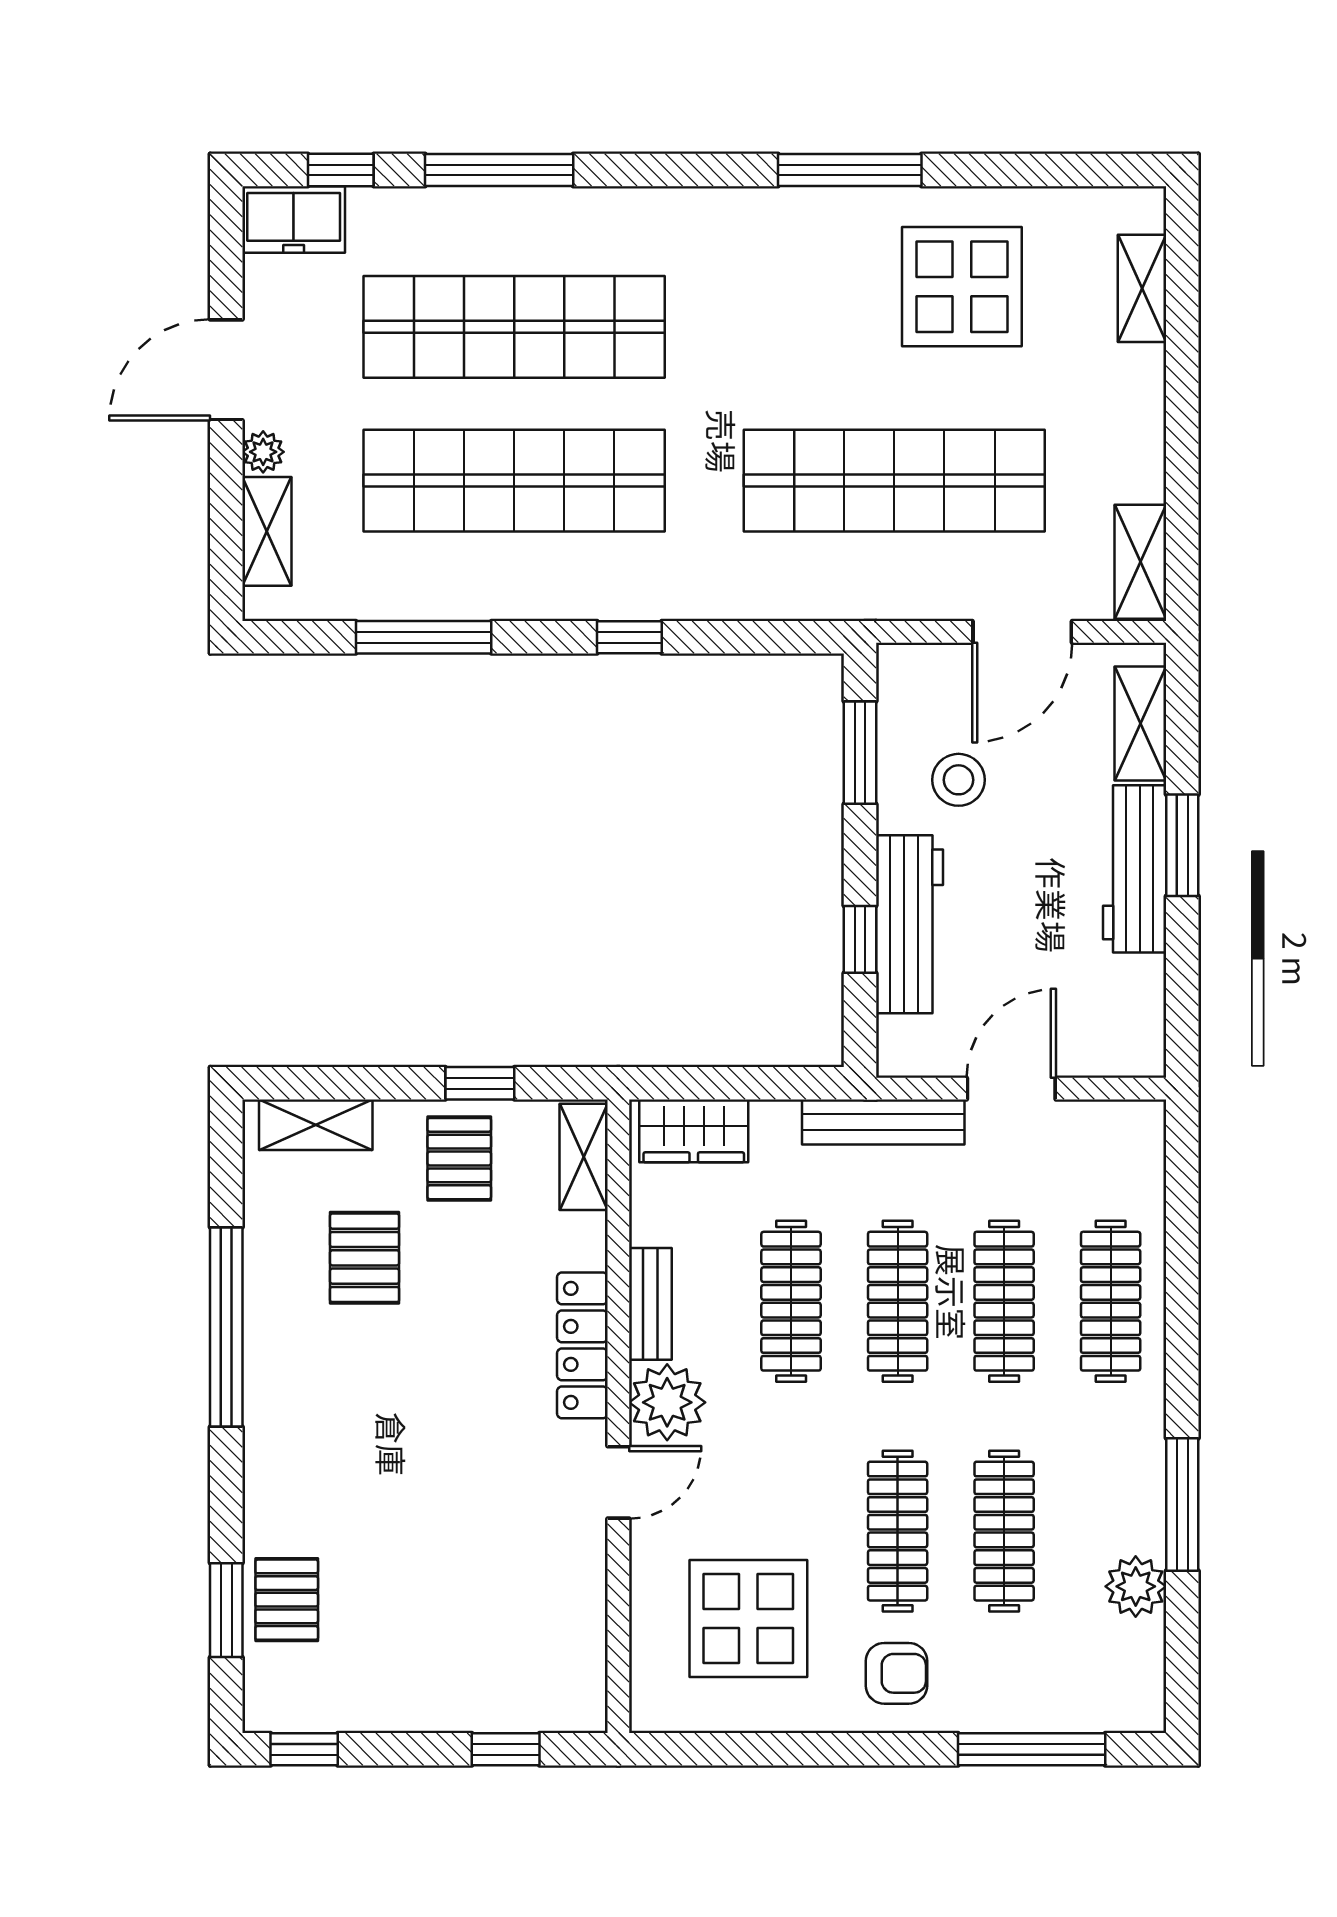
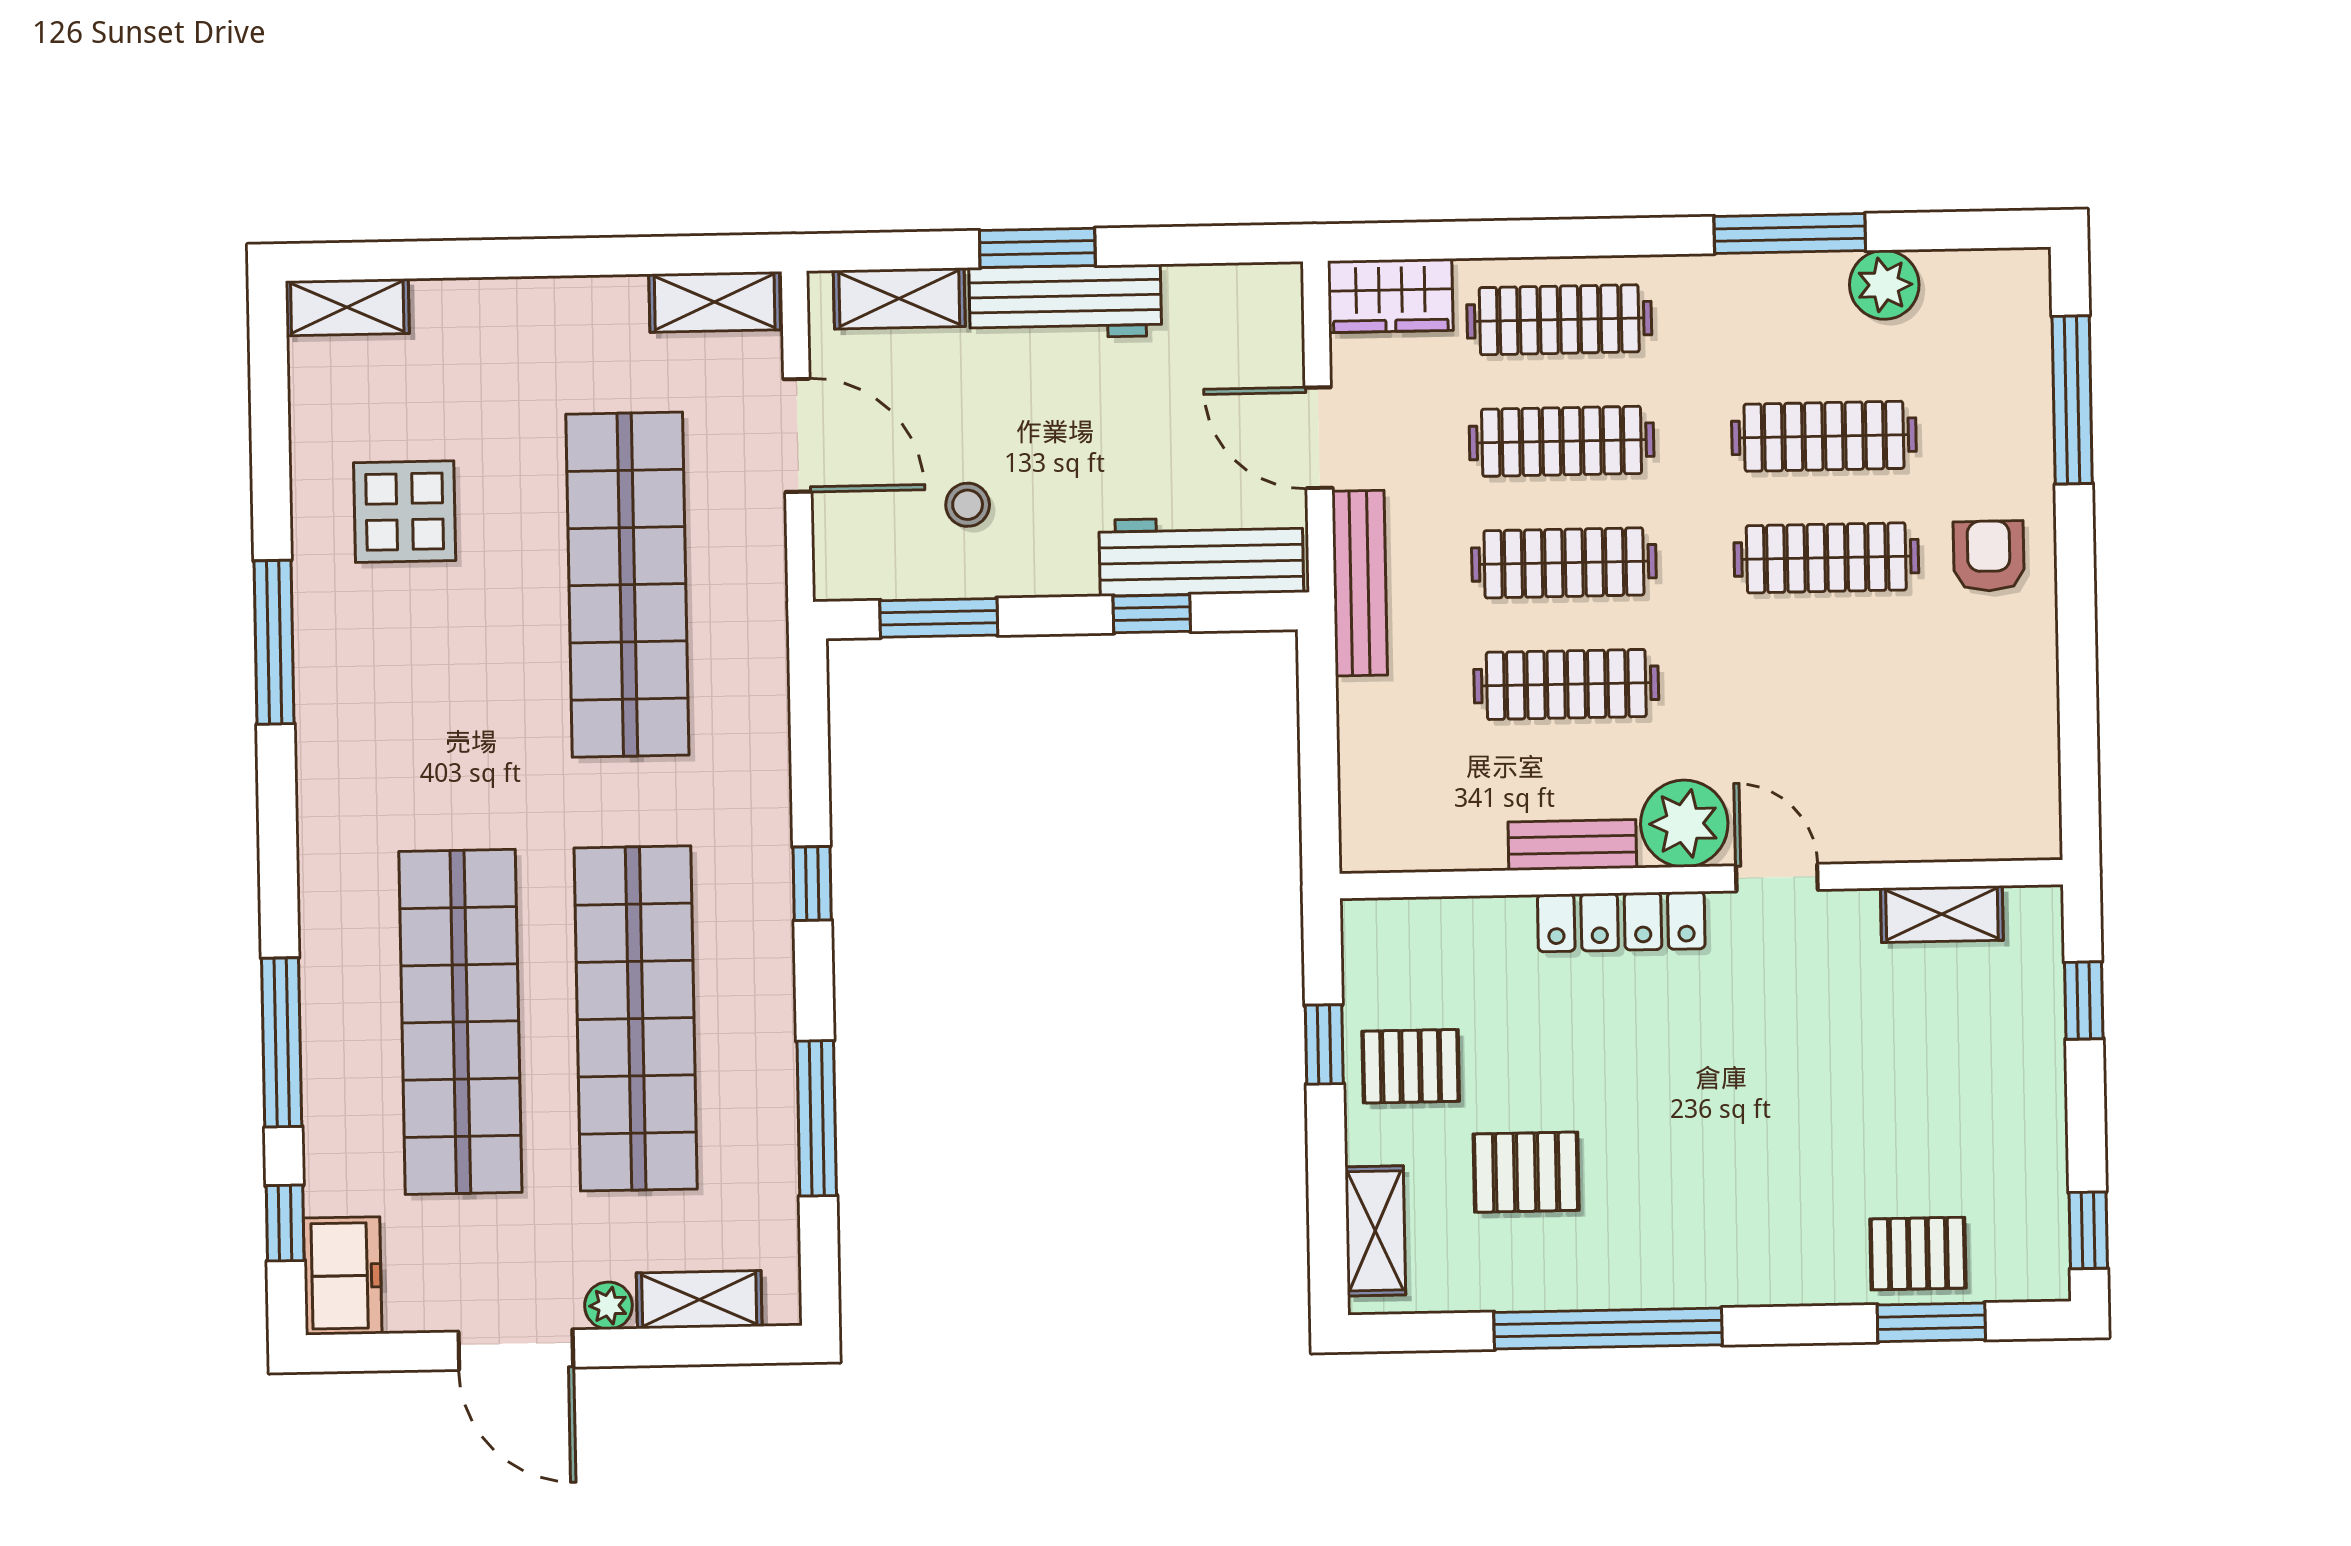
display table: (962, 287) -> (405, 512), width x0.73, depth x0.73
shelving: (1142, 288) -> (347, 307), moved
stool: (958, 780) -> (968, 505), width x0.73, depth x0.73
workbench: (910, 924) -> (1201, 556), moved
wardrobe: (694, 1131) -> (1390, 296), moved, turned 90
shelving: (584, 1157) -> (1942, 914), moved
display table: (748, 1619) -> (1929, 726), removed

